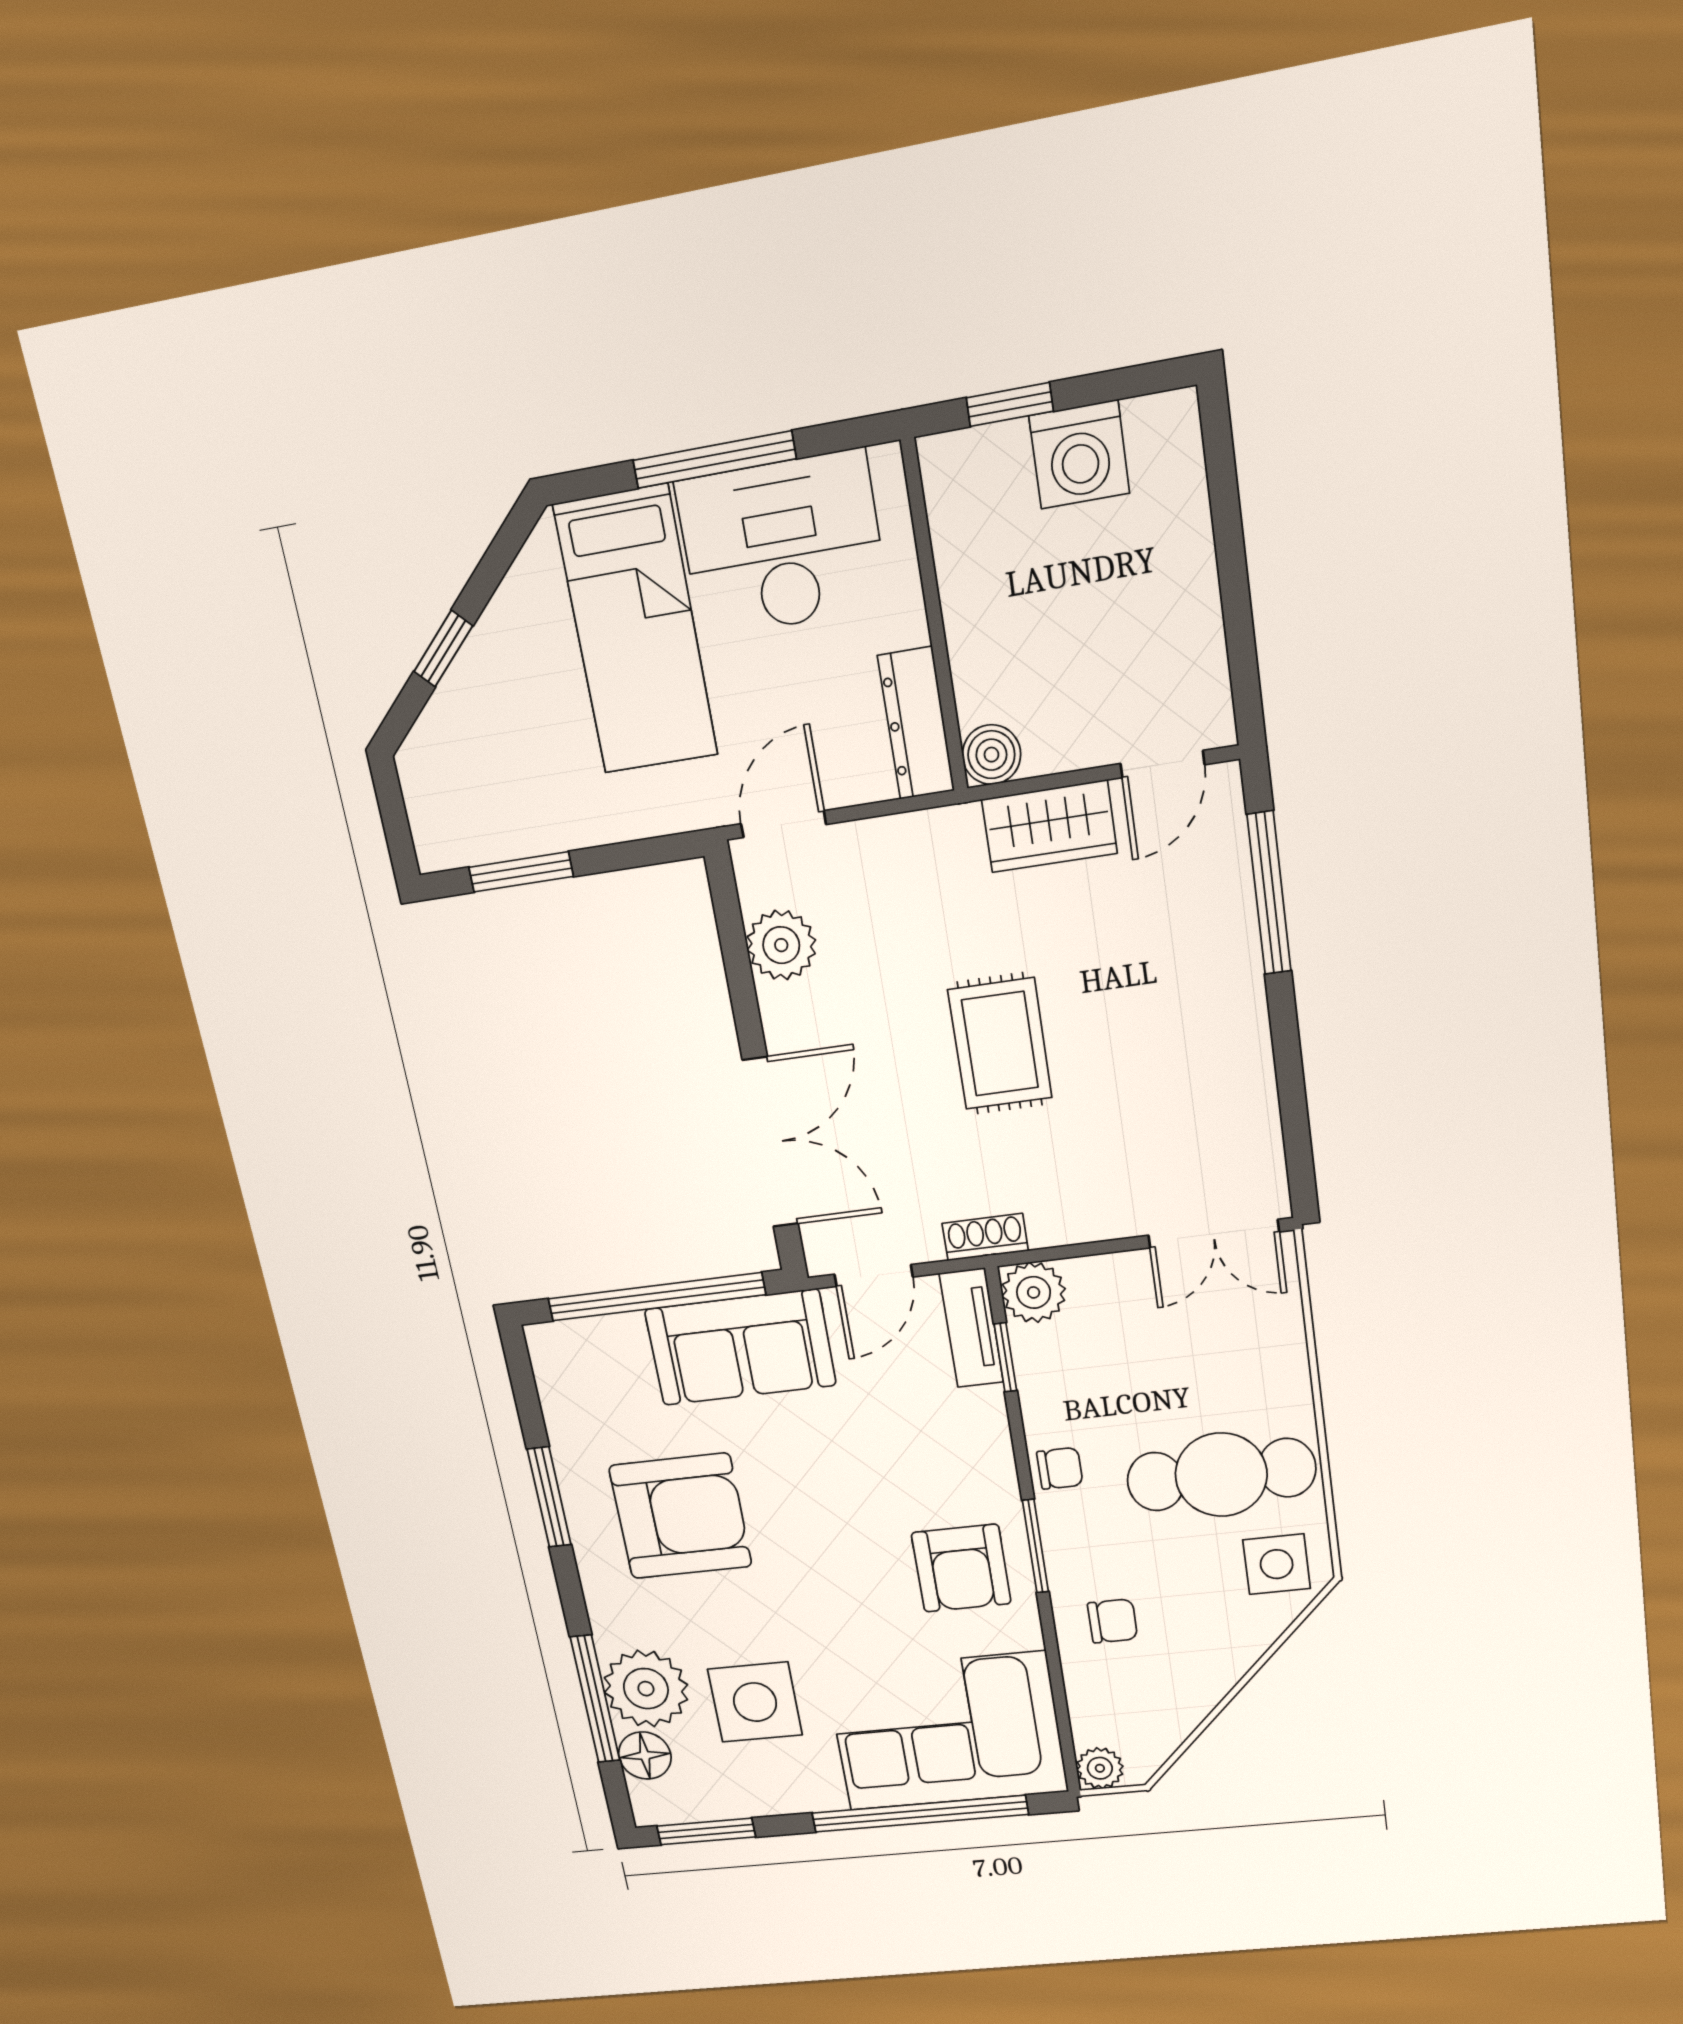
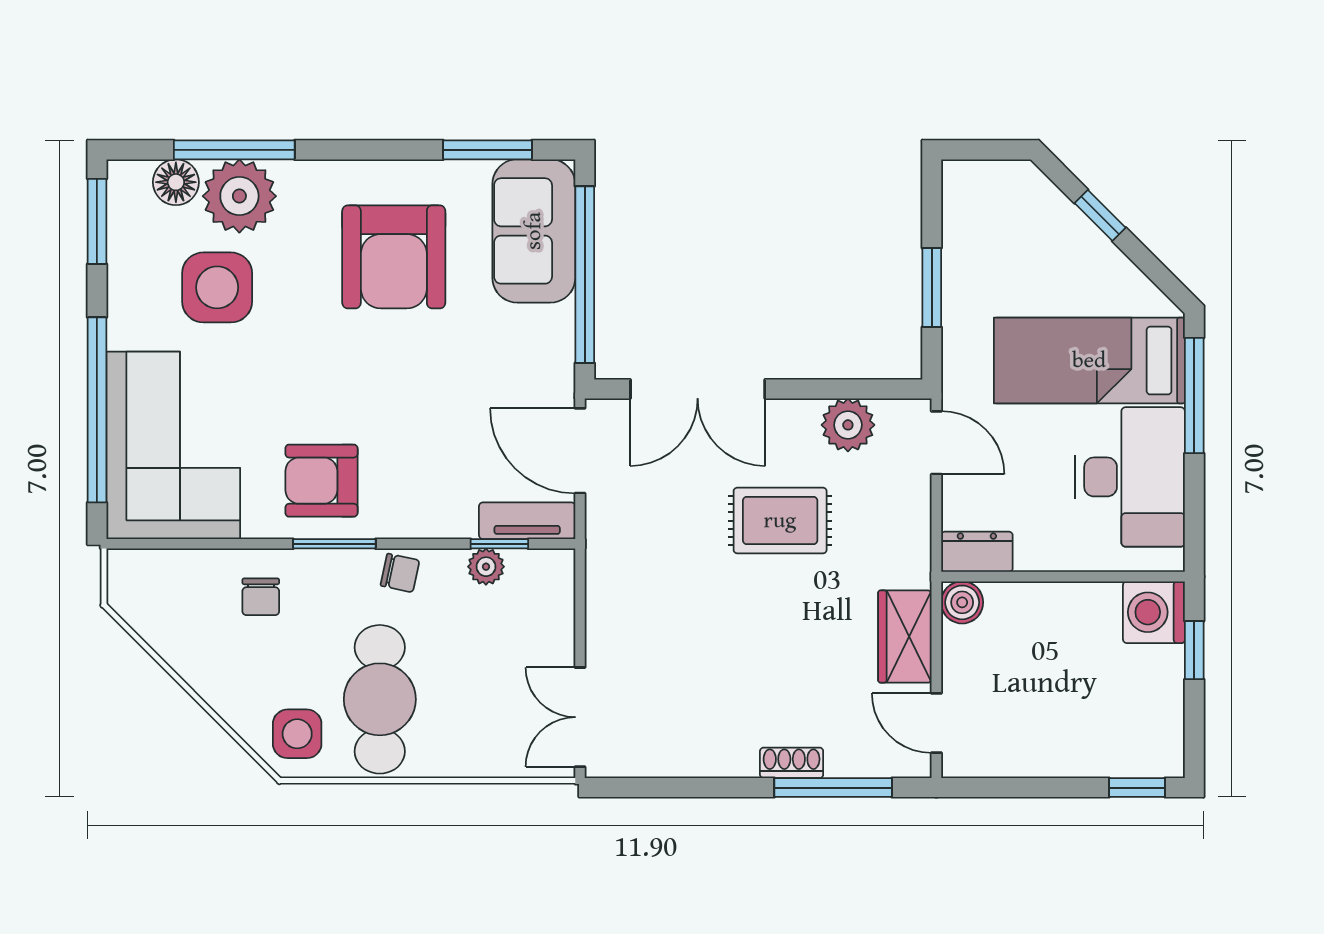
washing machine: (1079, 455) -> (1154, 612), moved
window: (1219, 455) -> (1137, 788), added
window: (714, 460) -> (1194, 396), moved
dresser: (916, 723) -> (977, 552), width x0.70
window: (521, 872) -> (932, 288), moved
rug: (1000, 1044) -> (780, 521), moved
shoe rack: (985, 1237) -> (792, 763), moved, turned -90
door: (874, 1276) -> (580, 451), width x1.38
plant: (1034, 1292) -> (486, 567), moved, width x0.73, depth x0.73
sofa: (740, 1347) -> (534, 231), moved
chair: (1060, 1468) -> (400, 573), turned -78
window: (549, 1497) -> (488, 150), moved
plant: (1100, 1768) -> (126, 568), removed

